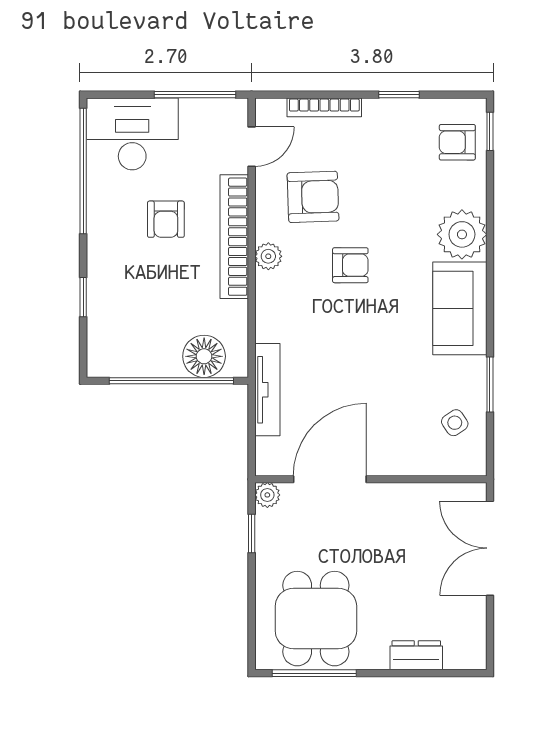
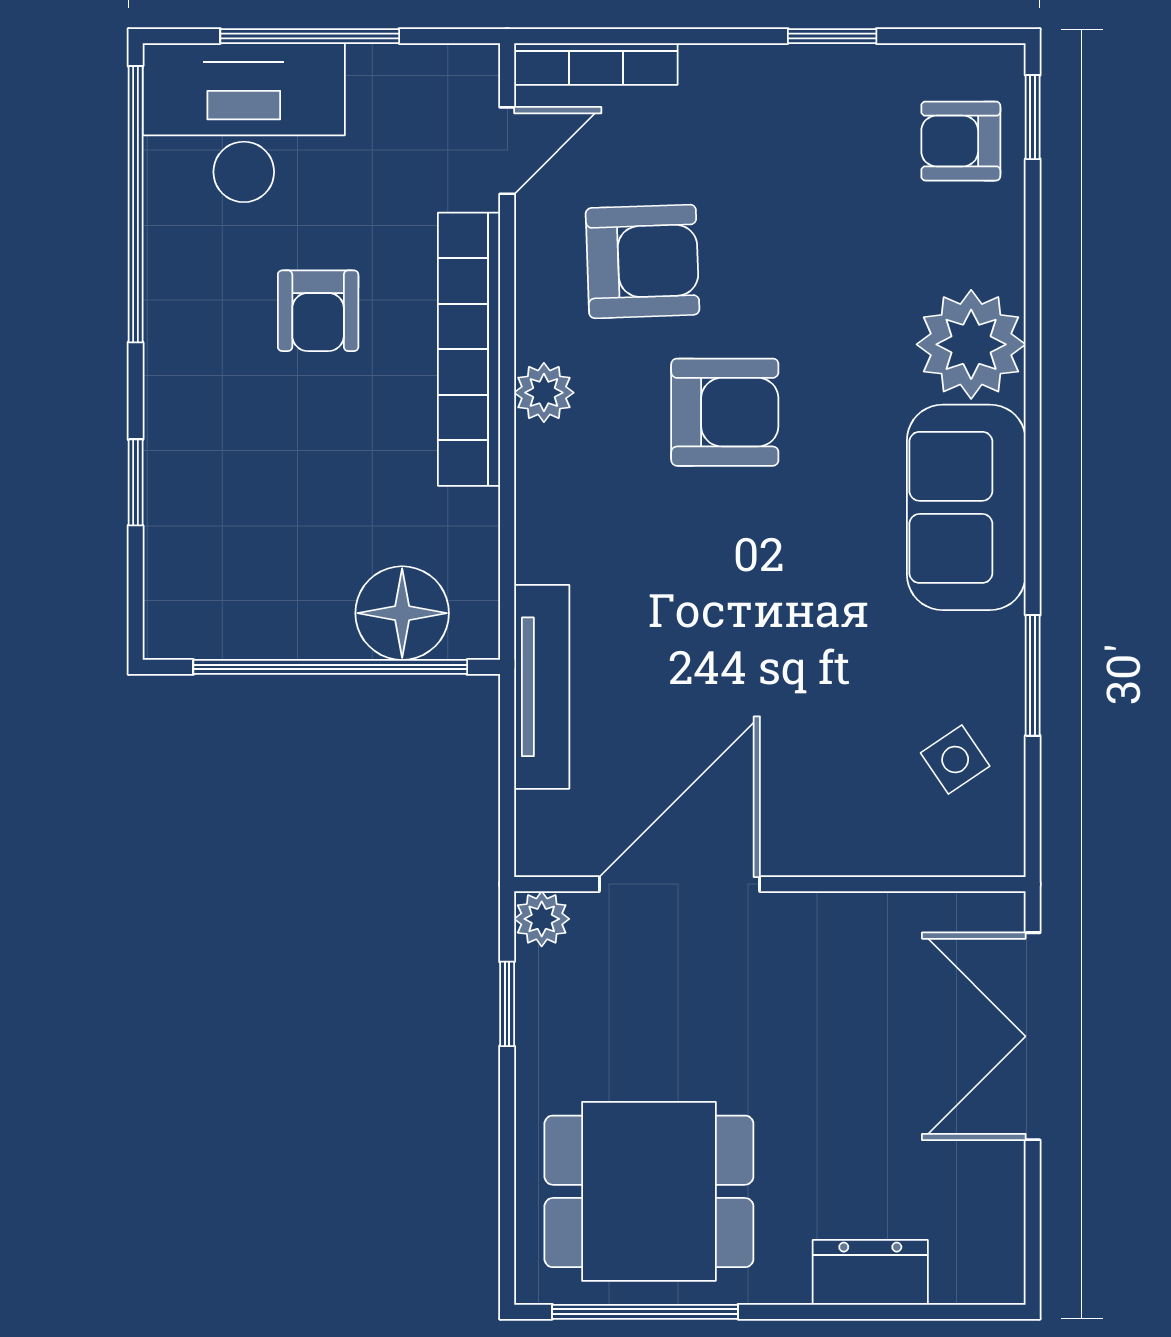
window: (195, 95) -> (310, 36), moved
bookcase: (324, 107) -> (596, 64), moved
armchair: (350, 265) -> (725, 412), width x1.38, depth x1.38
dining table: (316, 619) -> (649, 1191), turned 90

